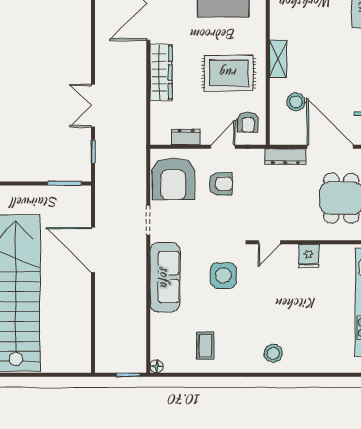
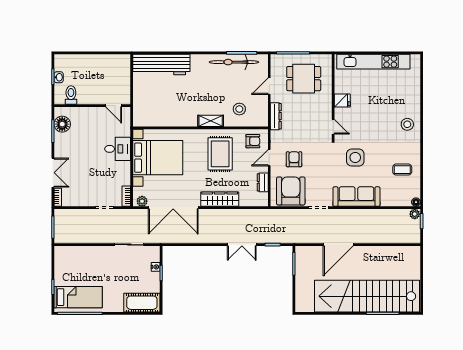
door: (223, 147) -> (269, 158), hinge flipped
door: (330, 147) -> (269, 86), width x0.53
armchair: (173, 179) -> (291, 191), turned -90
plant: (139, 364) -> (415, 214), added

